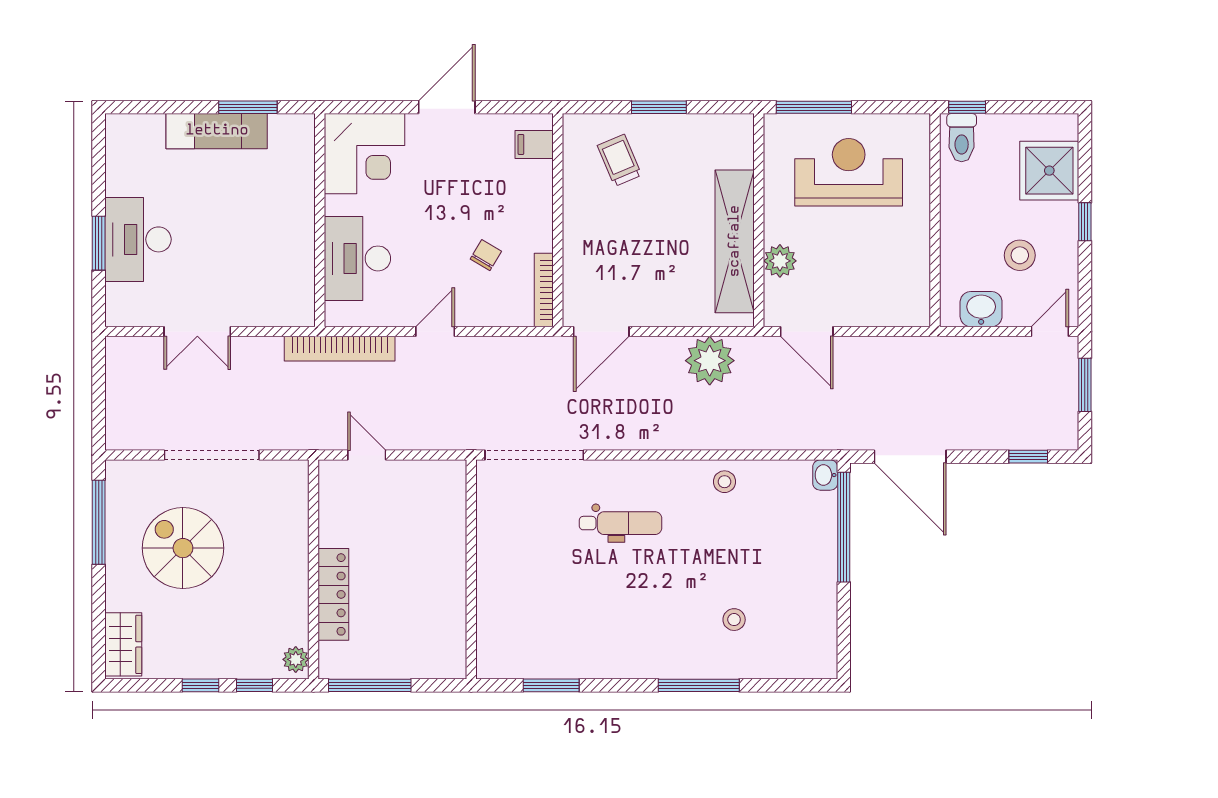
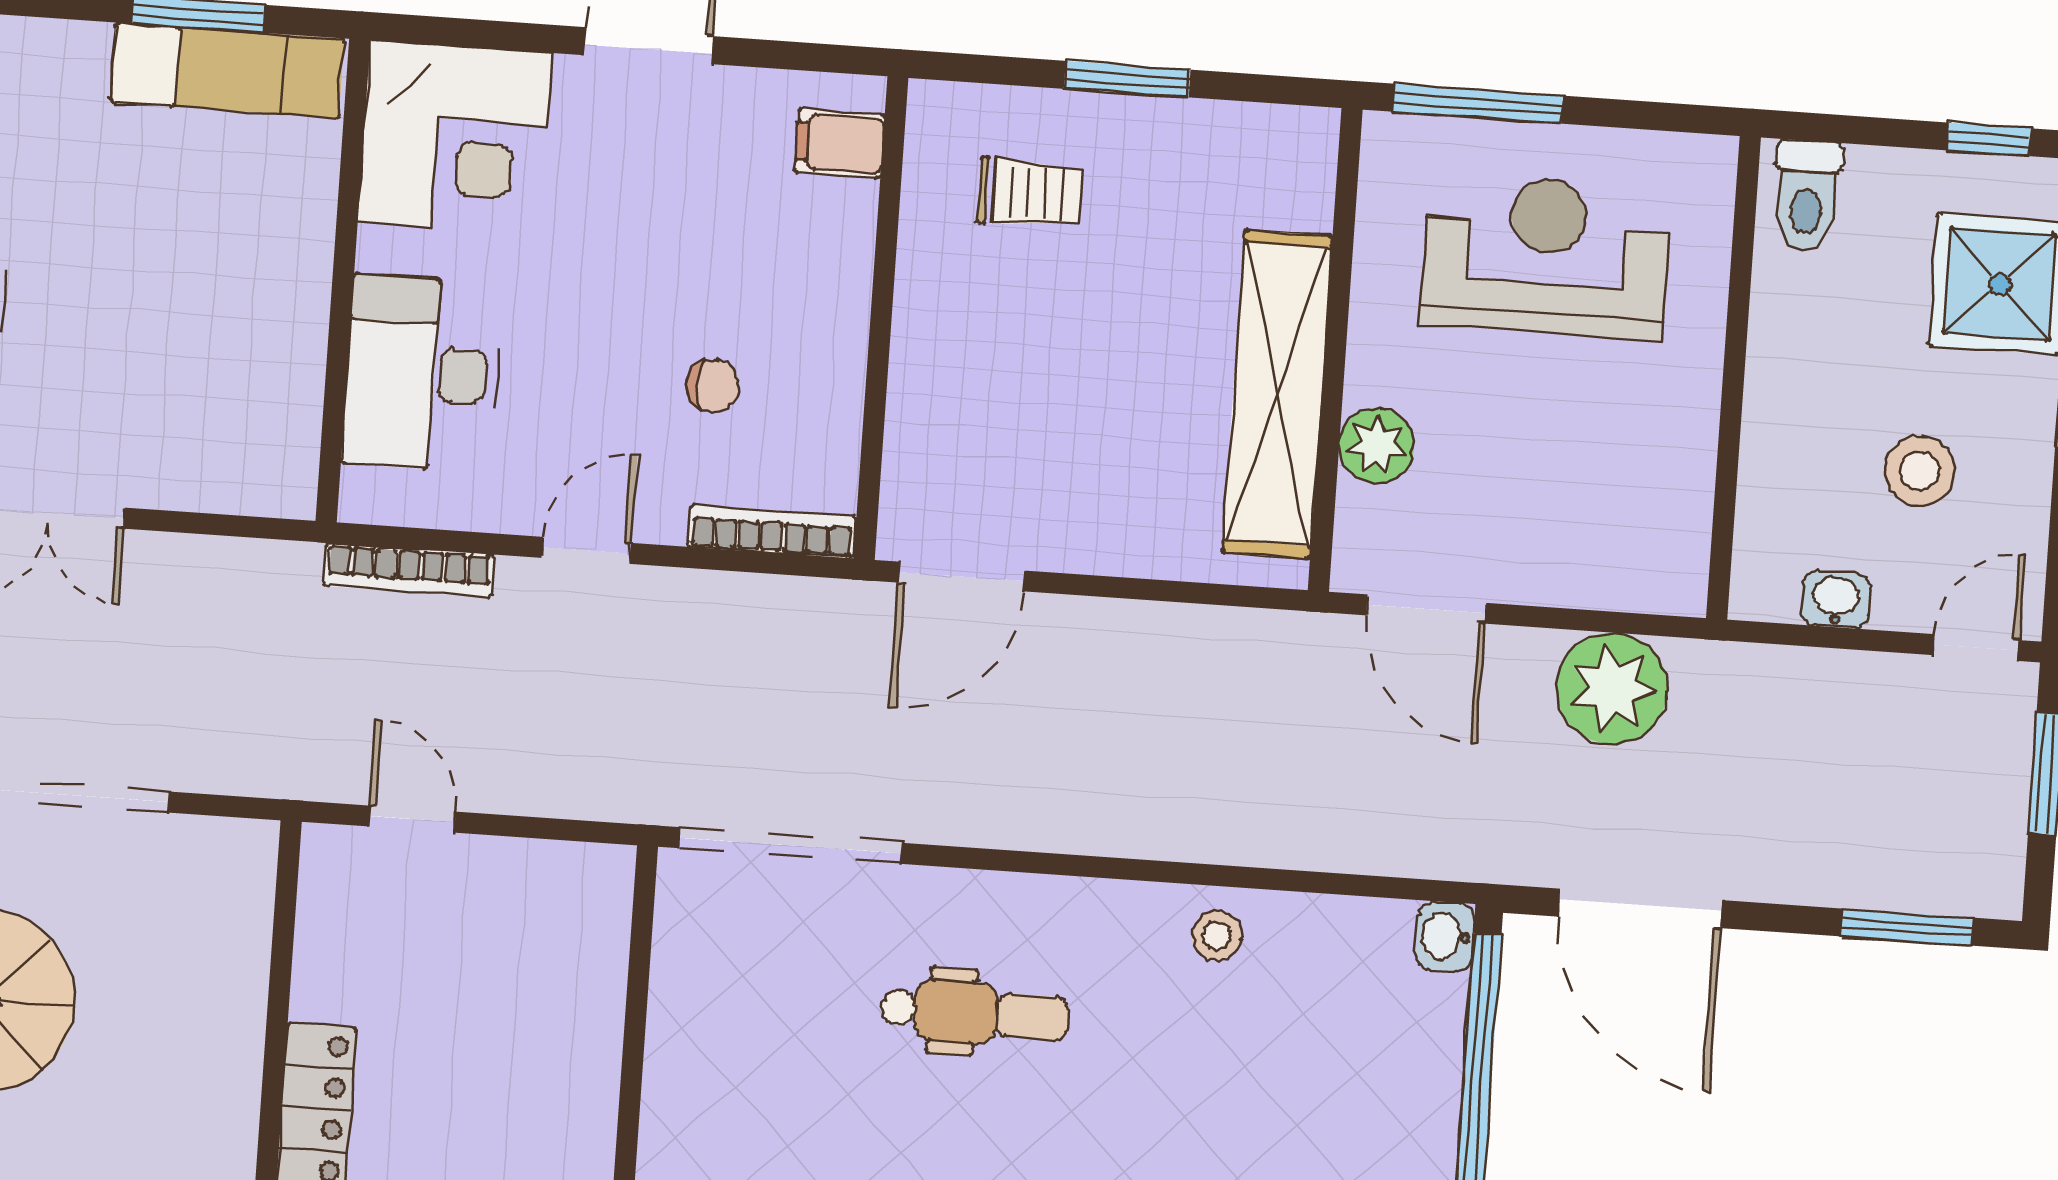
window: (967, 107) -> (1989, 139), moved
exam couch: (217, 131) -> (227, 70), moved
trolley: (619, 160) -> (1030, 193), turned 113
chair: (486, 255) -> (713, 386), turned 59
bookcase: (544, 290) -> (772, 531), moved, turned 90
washbasin: (981, 309) -> (1836, 600), width x0.72, depth x0.69
bookcase: (340, 349) -> (409, 570), width x0.68, depth x0.76
plant: (710, 361) -> (1612, 688), moved
window: (1028, 457) -> (1907, 927), width x1.50

